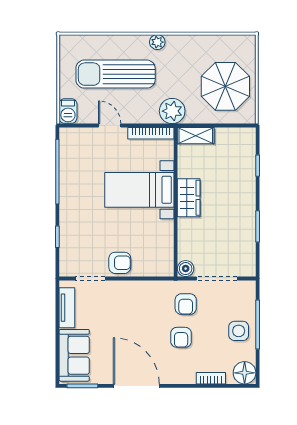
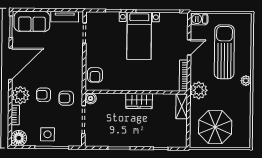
bed with nightstands: (139, 190) -> (139, 36), moved, turned 180
armchair: (120, 263) -> (95, 75), moved
plant: (182, 371) -> (20, 95), added

